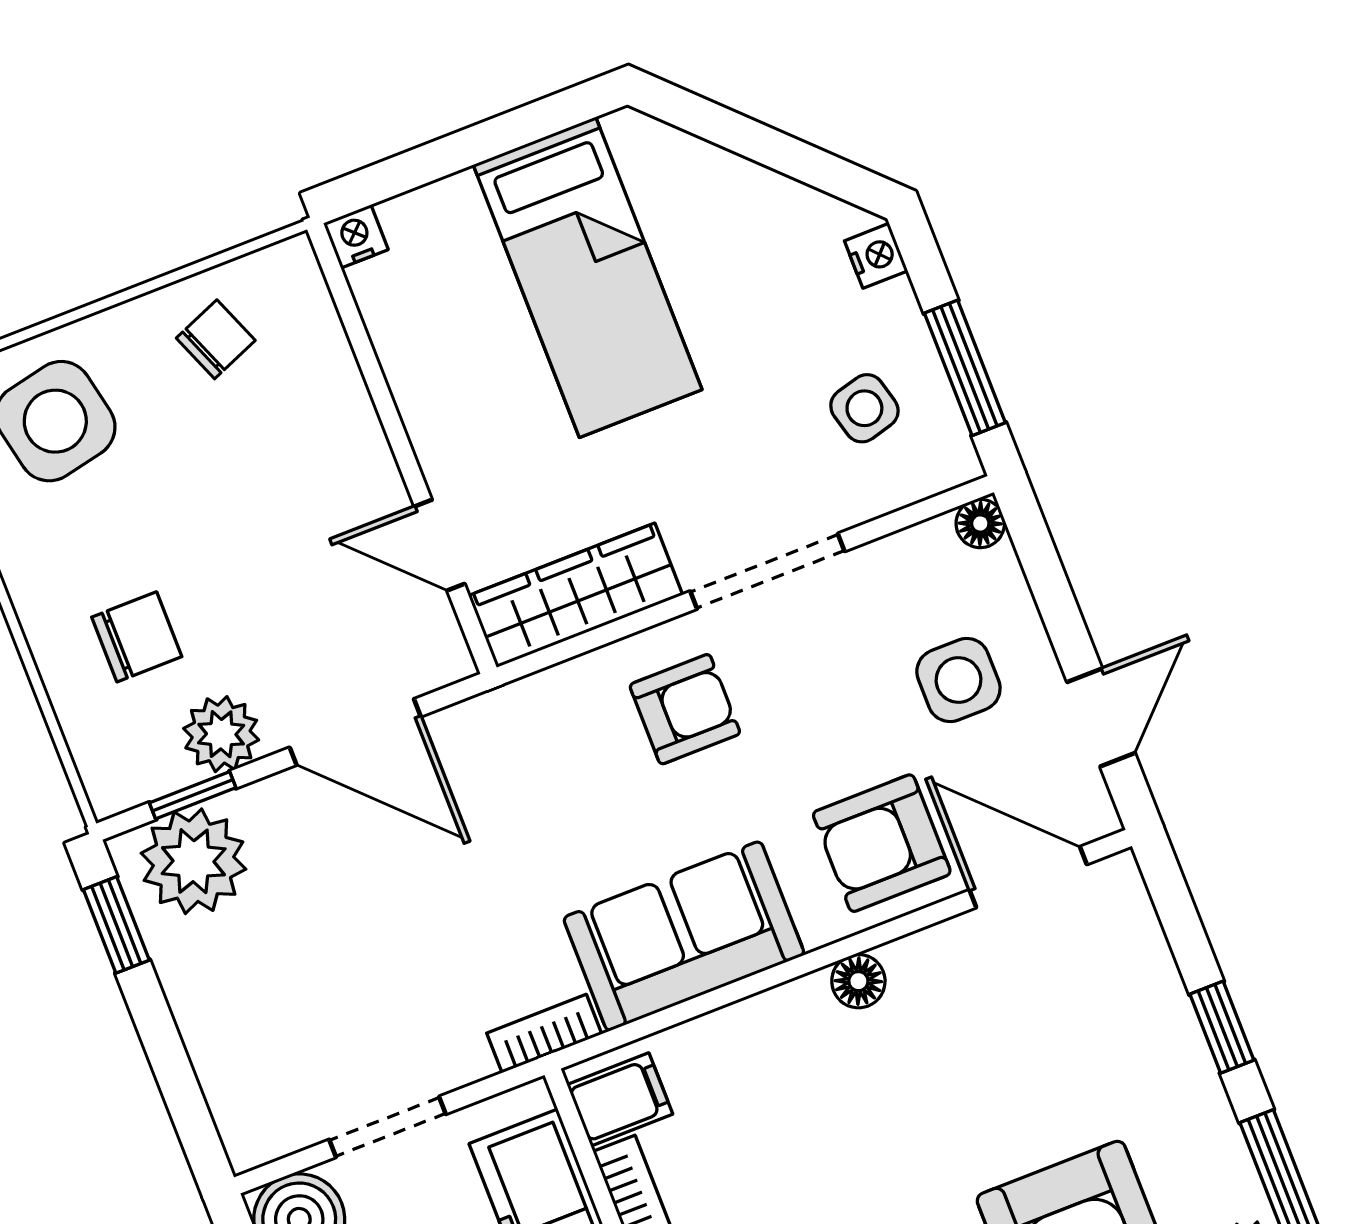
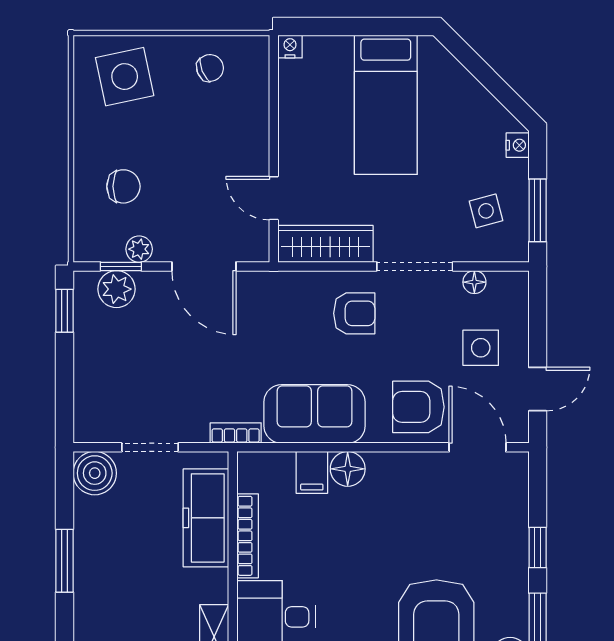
floor lamp: (980, 523) -> (474, 282), moved
plant: (221, 734) -> (139, 249), width x0.73, depth x0.73
plant: (194, 861) -> (117, 289), width x0.73, depth x0.73
floor lamp: (858, 981) -> (348, 469), moved, width x1.37, depth x1.37
filing cabinet: (620, 1099) -> (312, 472), moved, turned 90

